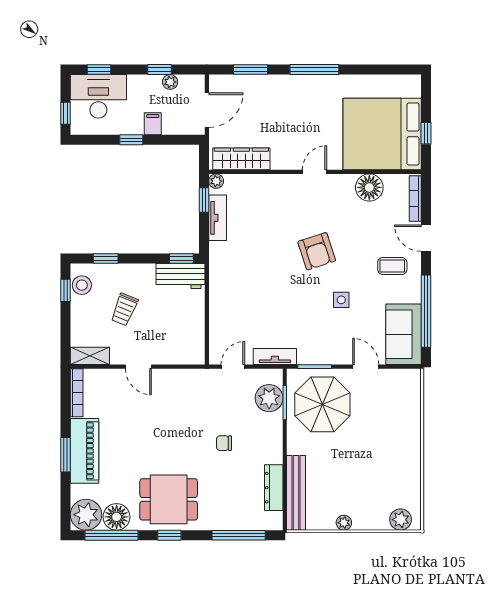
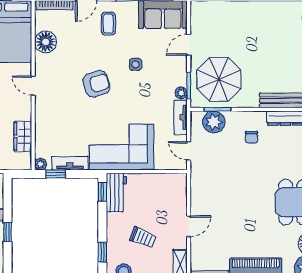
wardrobe: (241, 159) -> (23, 136), width x0.67
corner sofa: (238, 283) -> (122, 147), added
plant: (305, 357) -> (181, 93), added
chair: (224, 443) -> (252, 137), moved

